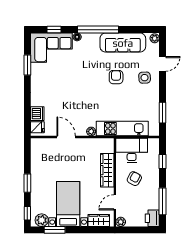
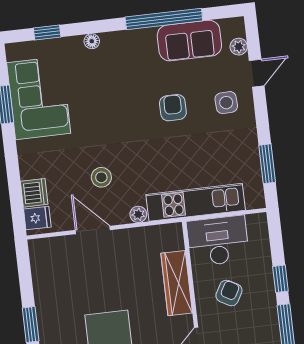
window: (98, 30) -> (164, 19), moved
plant: (155, 38) -> (239, 47), moved
sofa: (123, 43) -> (189, 41), width x0.73
corner sofa: (51, 48) -> (39, 98), moved, turned -90
stool: (74, 110) -> (101, 177), added
window: (162, 162) -> (280, 279), moved

